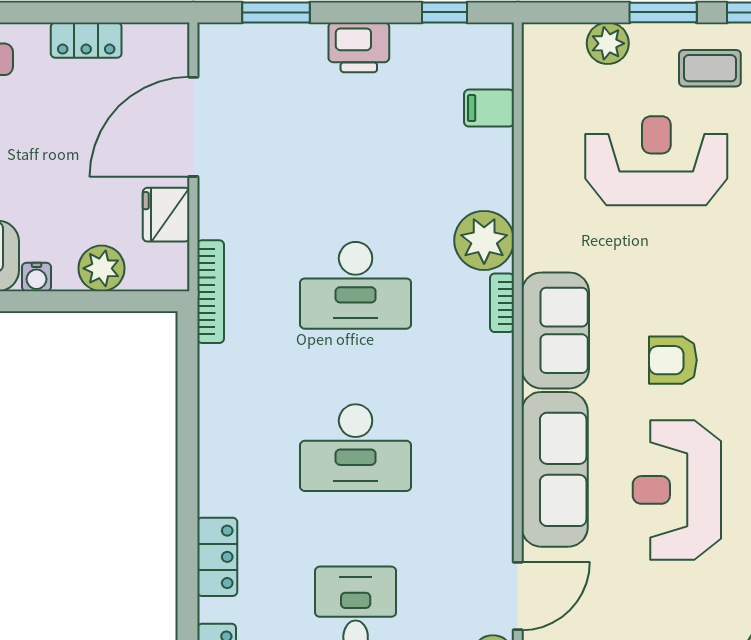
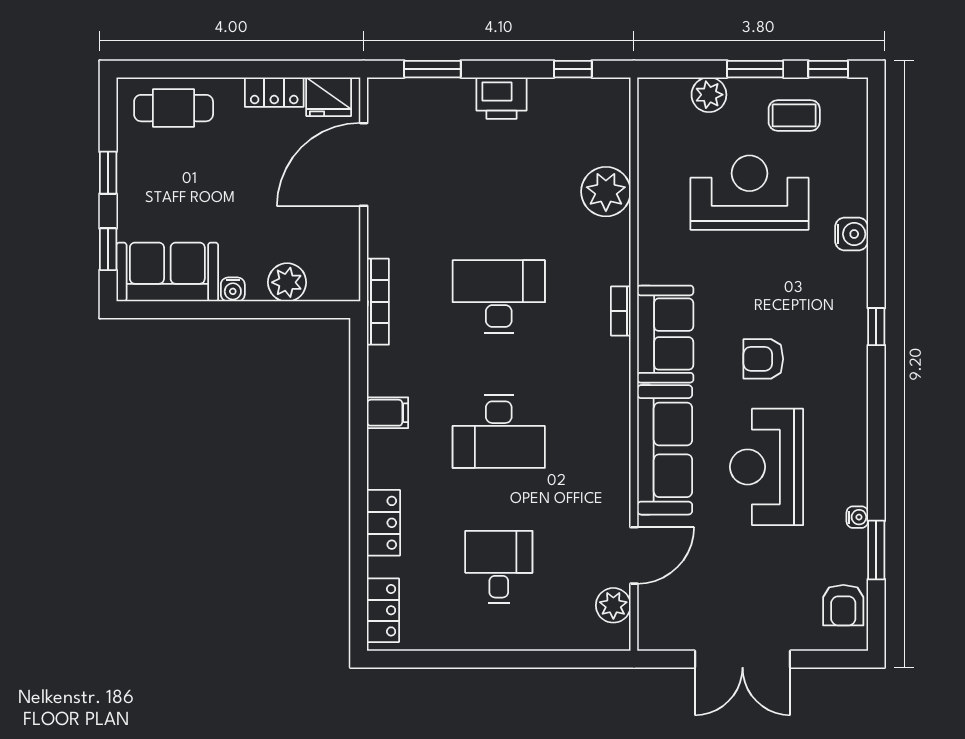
filing cabinet: (489, 108) -> (388, 413), moved, turned 180
fridge: (166, 215) -> (329, 97), moved, turned -90
plant: (484, 240) -> (606, 192), moved
desk: (356, 285) -> (499, 296), turned 180

